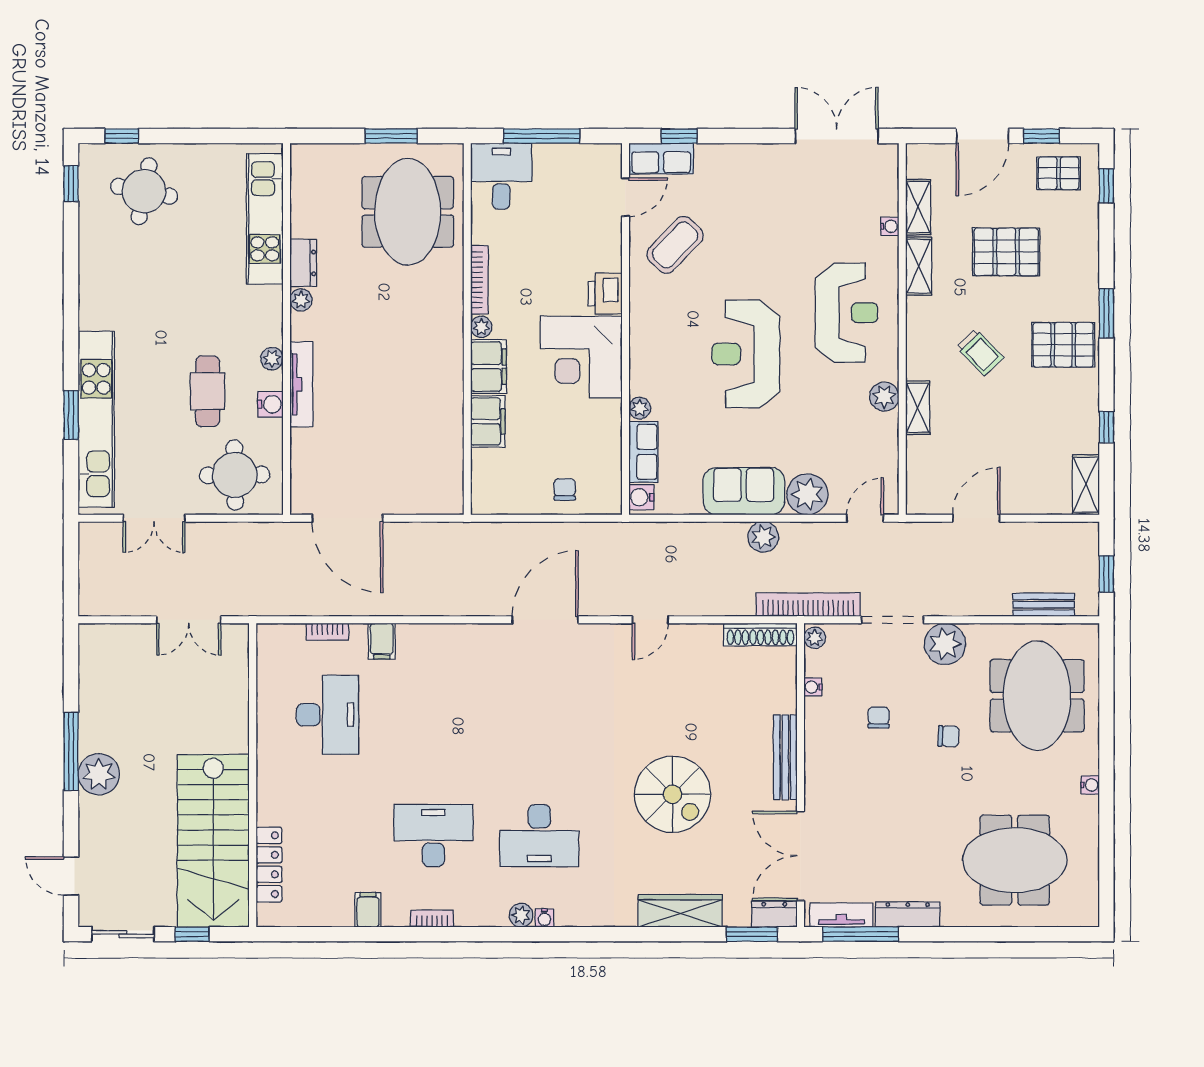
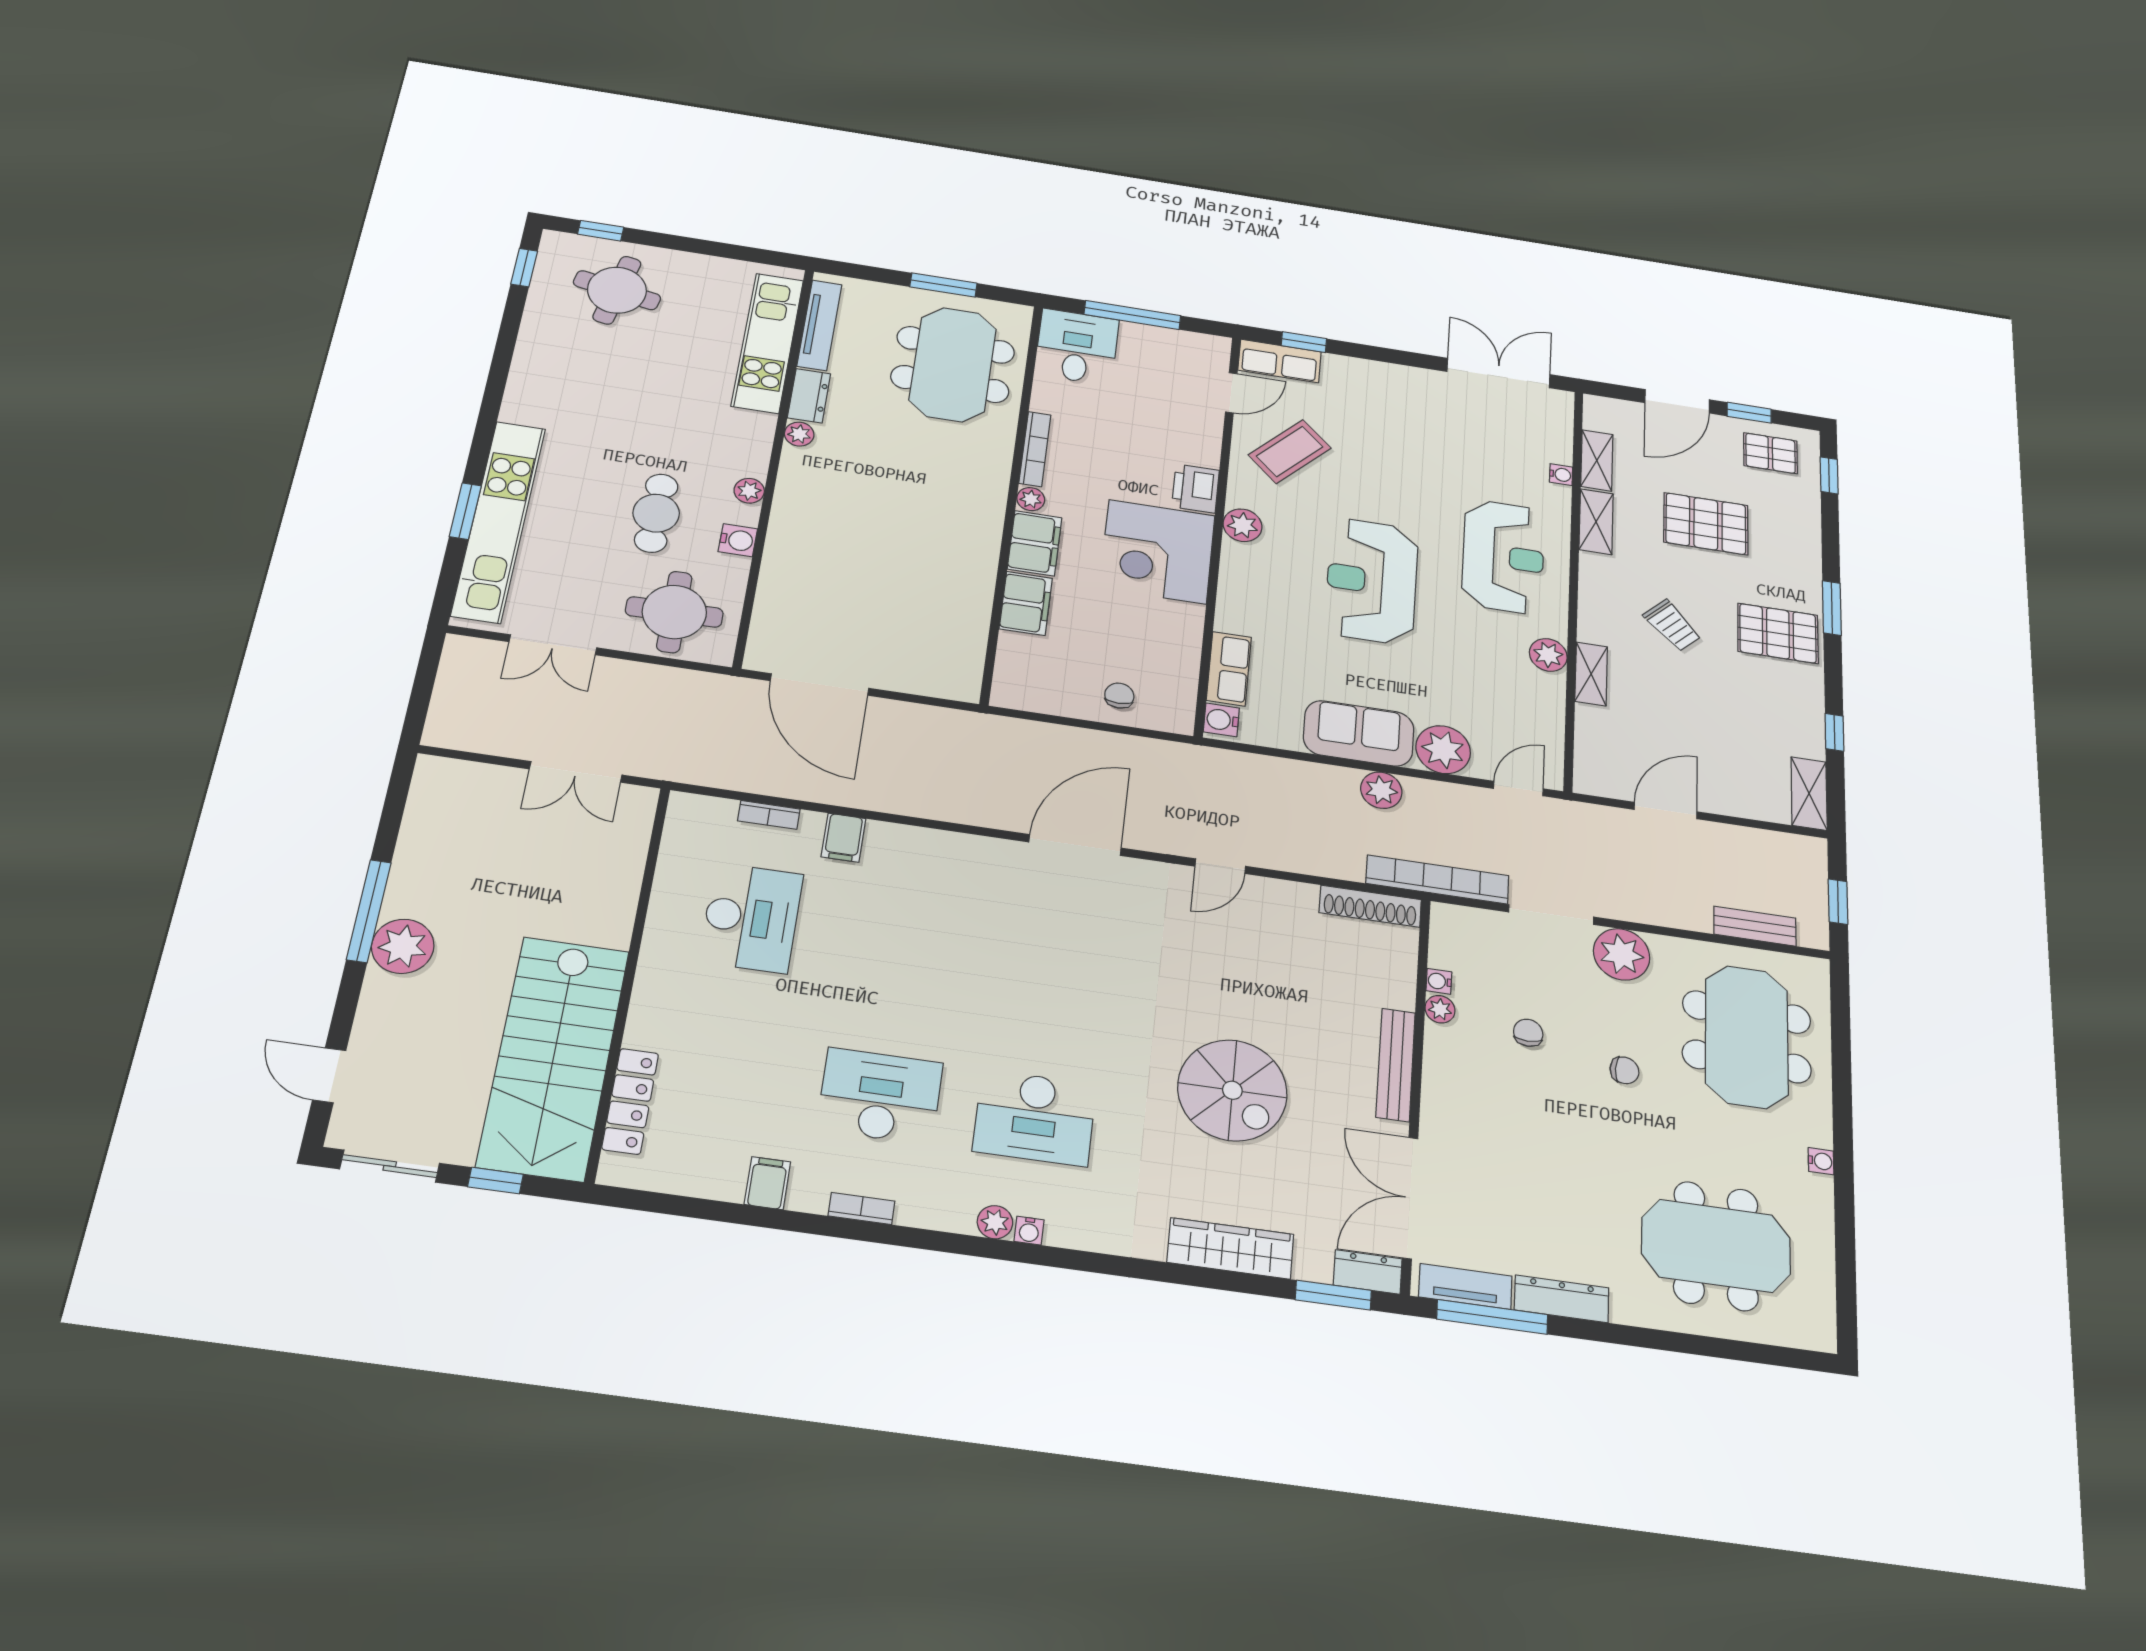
tv unit: (301, 384) -> (819, 325), moved
plant: (640, 408) -> (1243, 525), moved, width x1.38, depth x1.38
plant: (815, 638) -> (1440, 1009), moved

